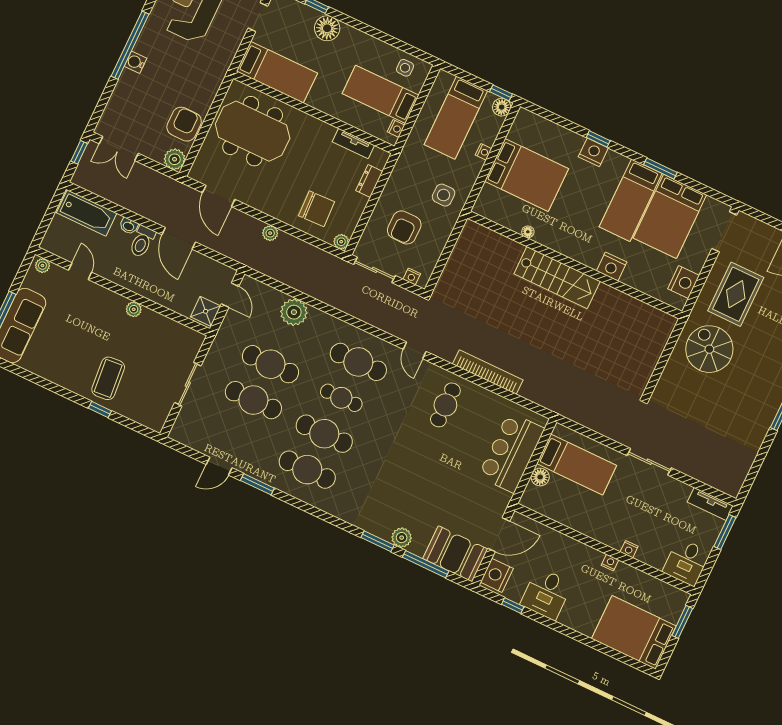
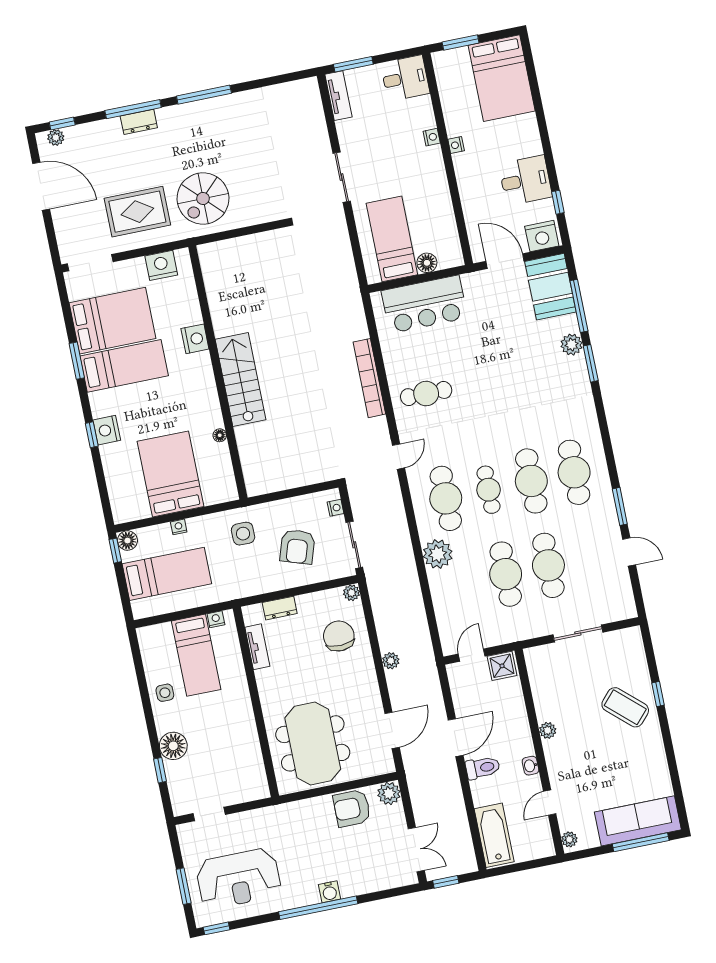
side table: (405, 68) -> (165, 693), moved
bed: (277, 72) -> (245, 761), removed
washbasin: (129, 226) -> (530, 766), moved, turned 180
armchair: (404, 227) -> (297, 547), turned 108
plant: (294, 312) -> (438, 554), moved
coffee table: (108, 378) -> (625, 707), turned 47

